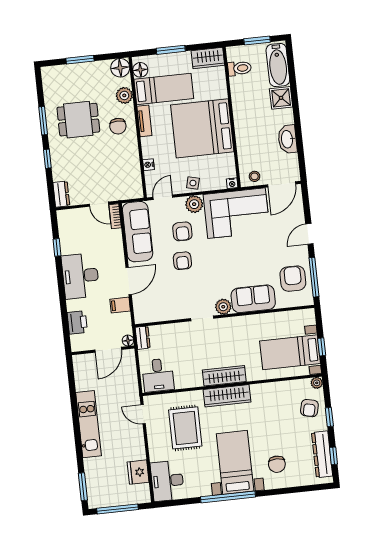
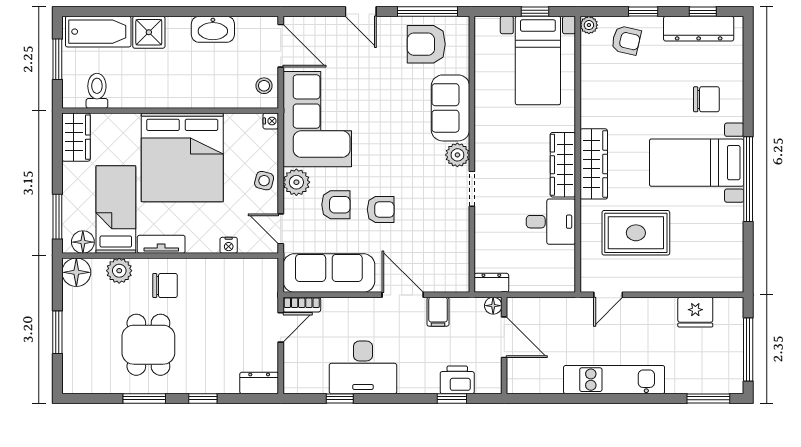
window: (171, 50) -> (57, 217), moved
desk: (80, 276) -> (363, 367), moved
window: (65, 320) -> (452, 398), added
desk: (158, 375) -> (551, 222), moved
desk: (167, 481) -> (713, 269), removed

